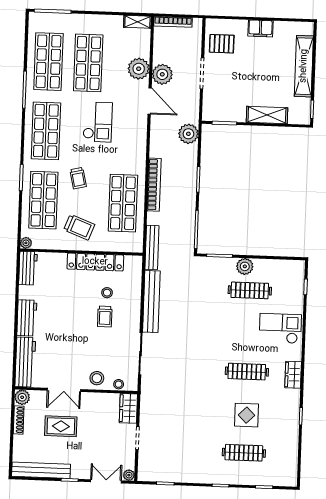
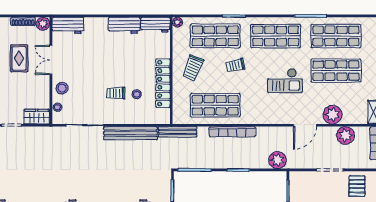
plant: (162, 74) -> (345, 135), moved
workbench: (27, 318) -> (124, 25), moved
workbench: (25, 362) -> (68, 25), width x0.73

